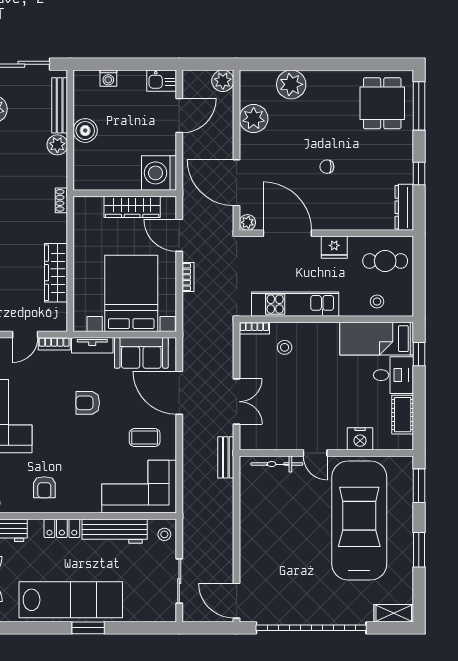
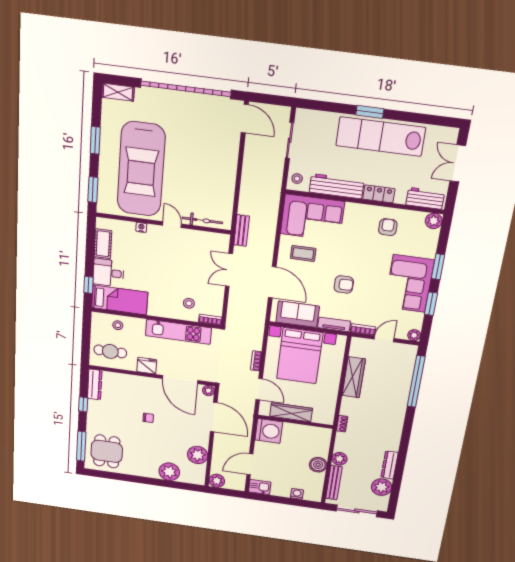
nightstand: (360, 439) -> (141, 227), width x0.53, depth x0.56

